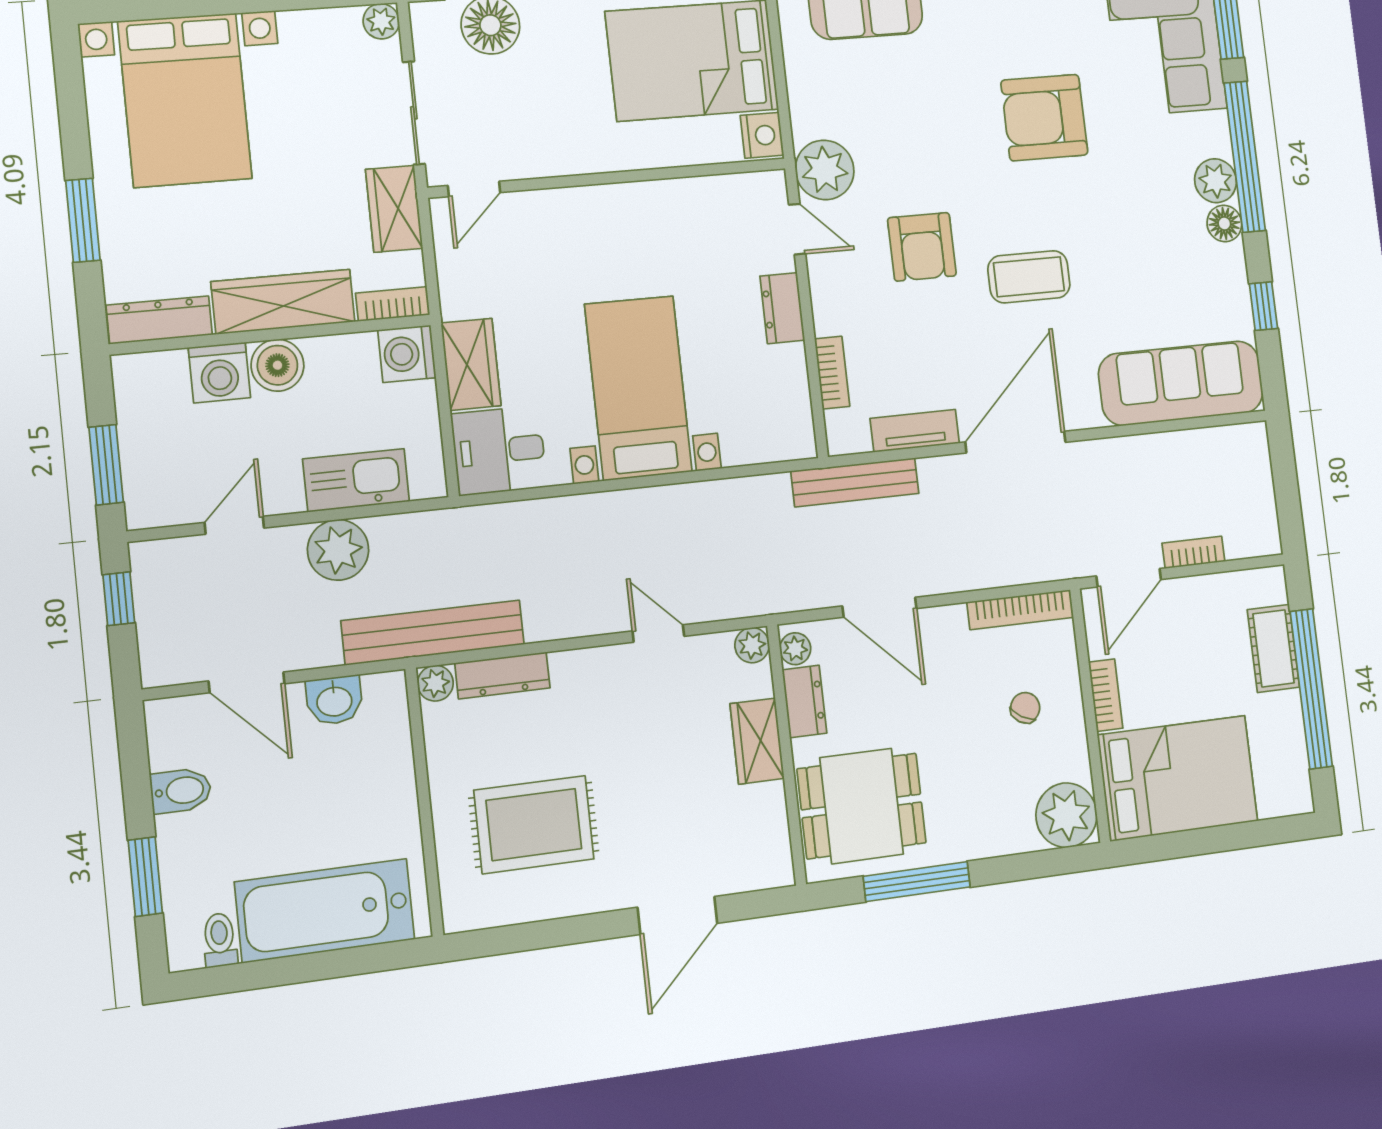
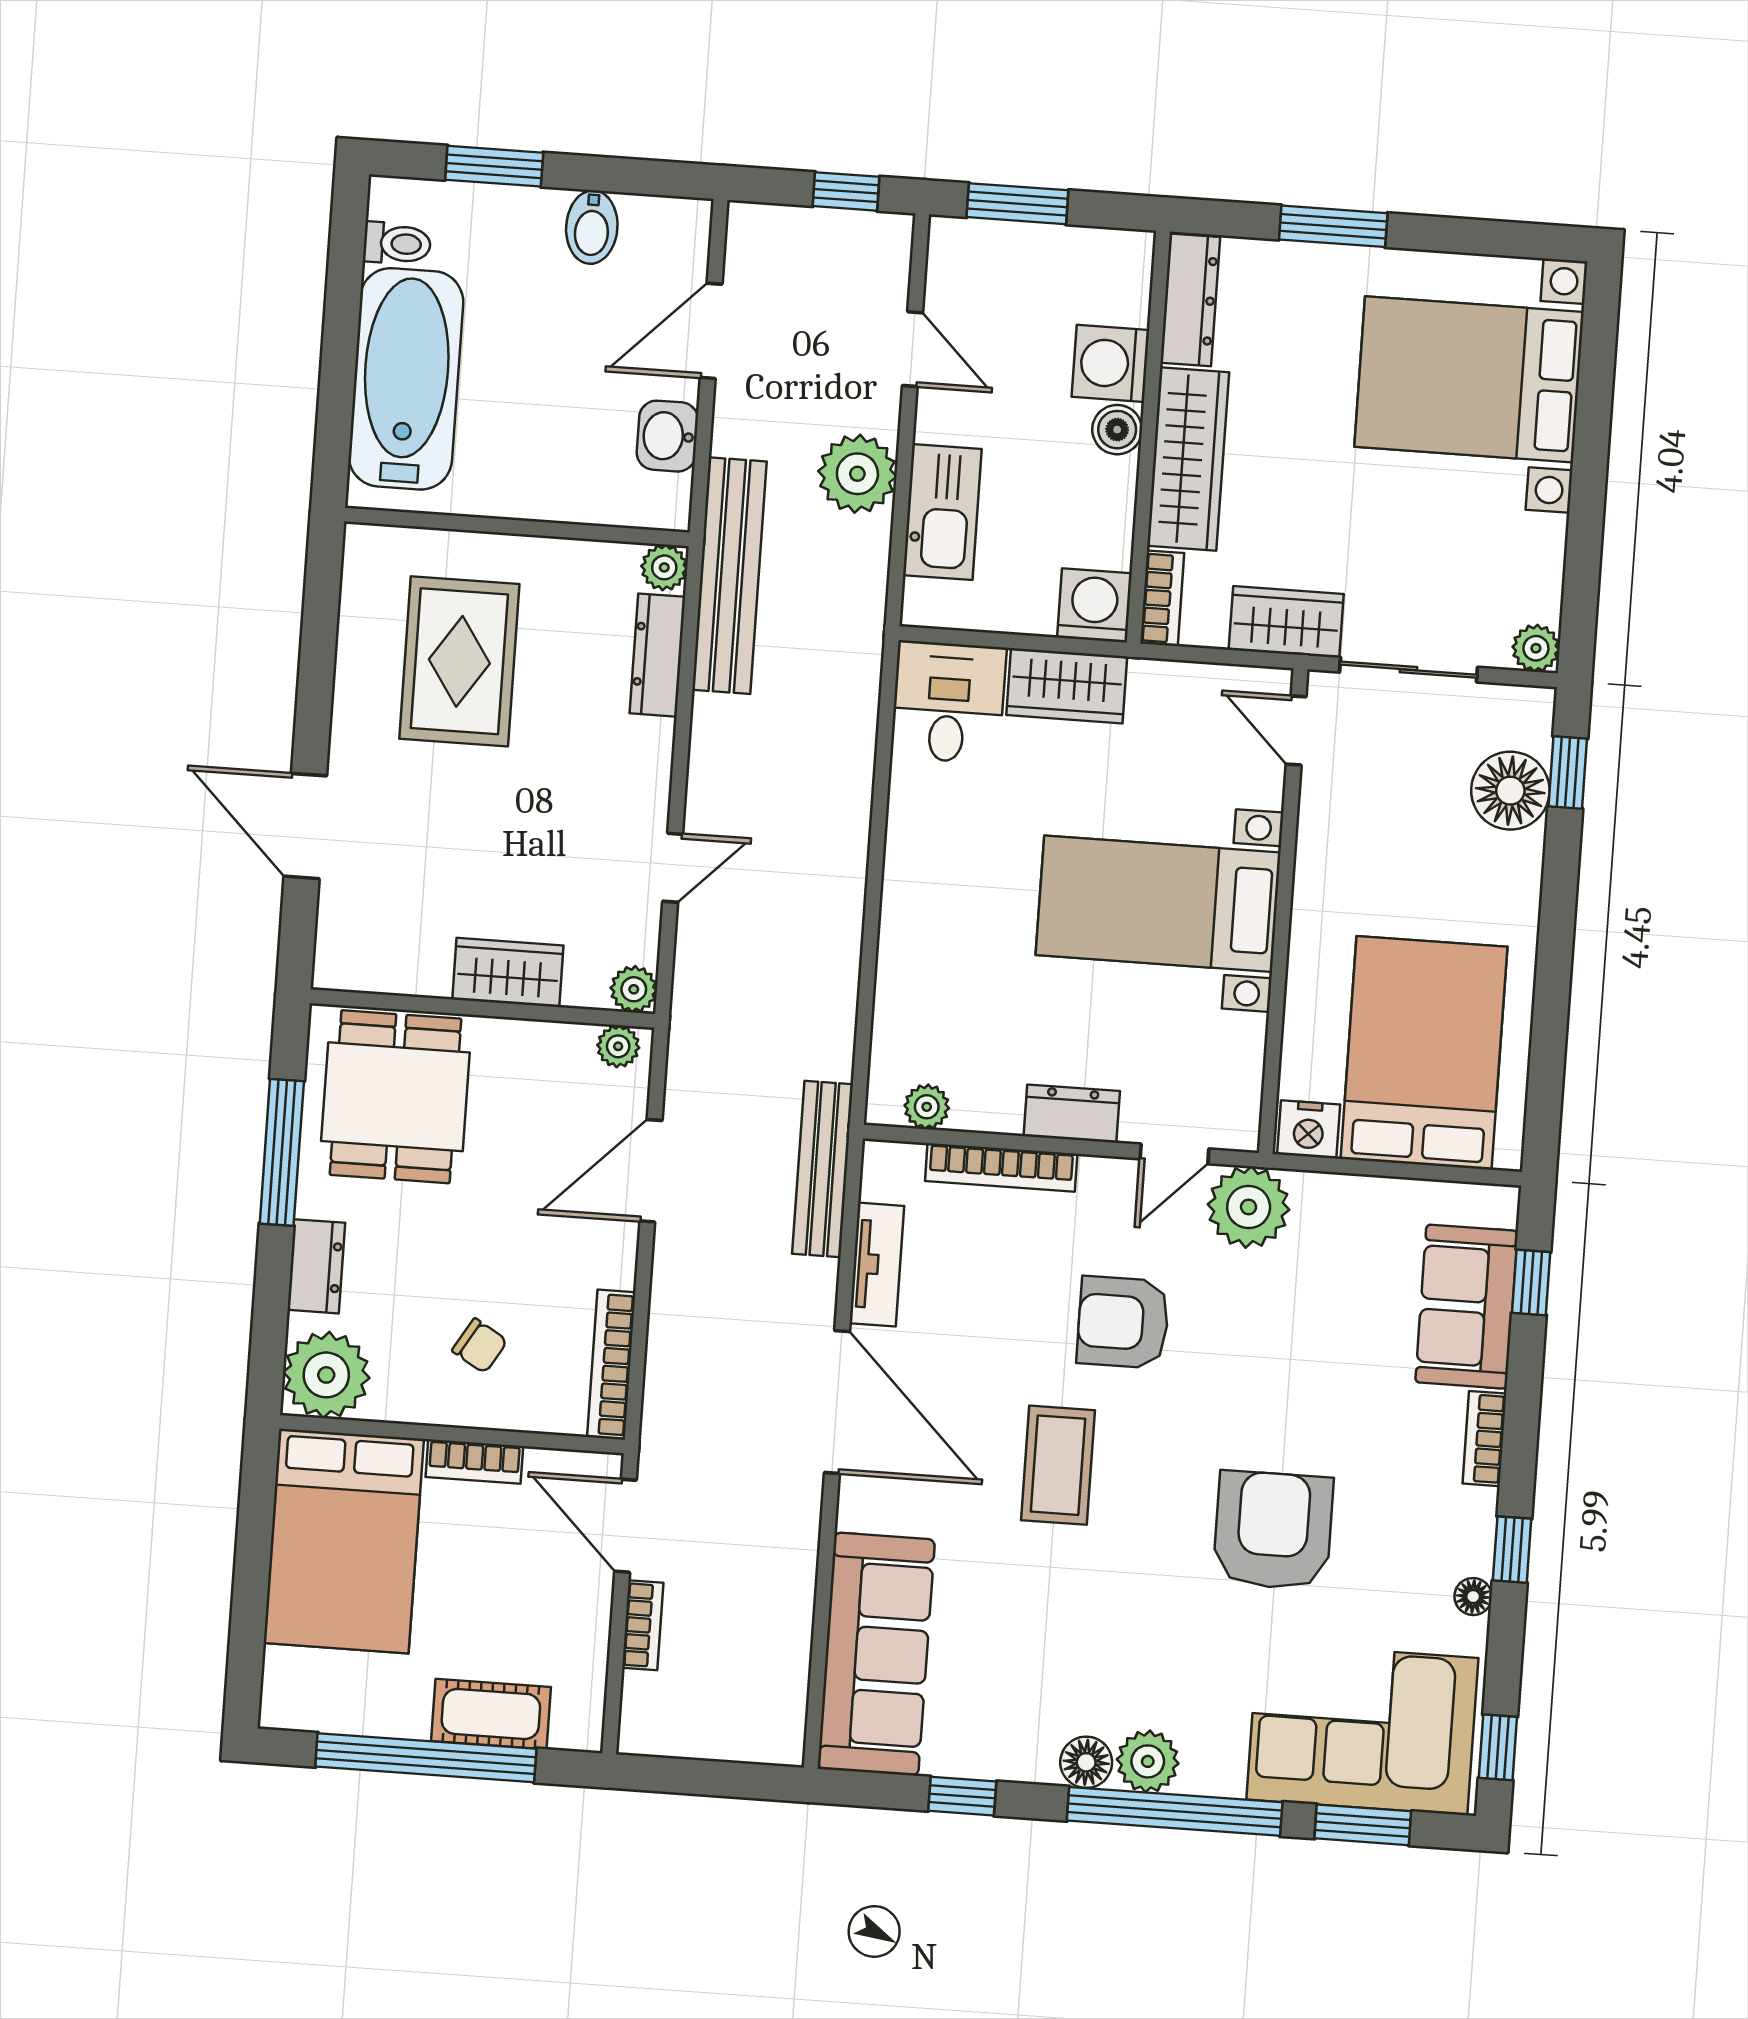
boiler: (277, 365) -> (1117, 430), width x0.73, depth x0.73
bookcase: (832, 373) -> (1001, 1167), width x1.56
bed with nightstands: (638, 388) -> (1158, 904), moved, turned 180
plant: (797, 414) -> (927, 1107), added
dresser: (804, 701) -> (316, 1266), moved, turned -90

